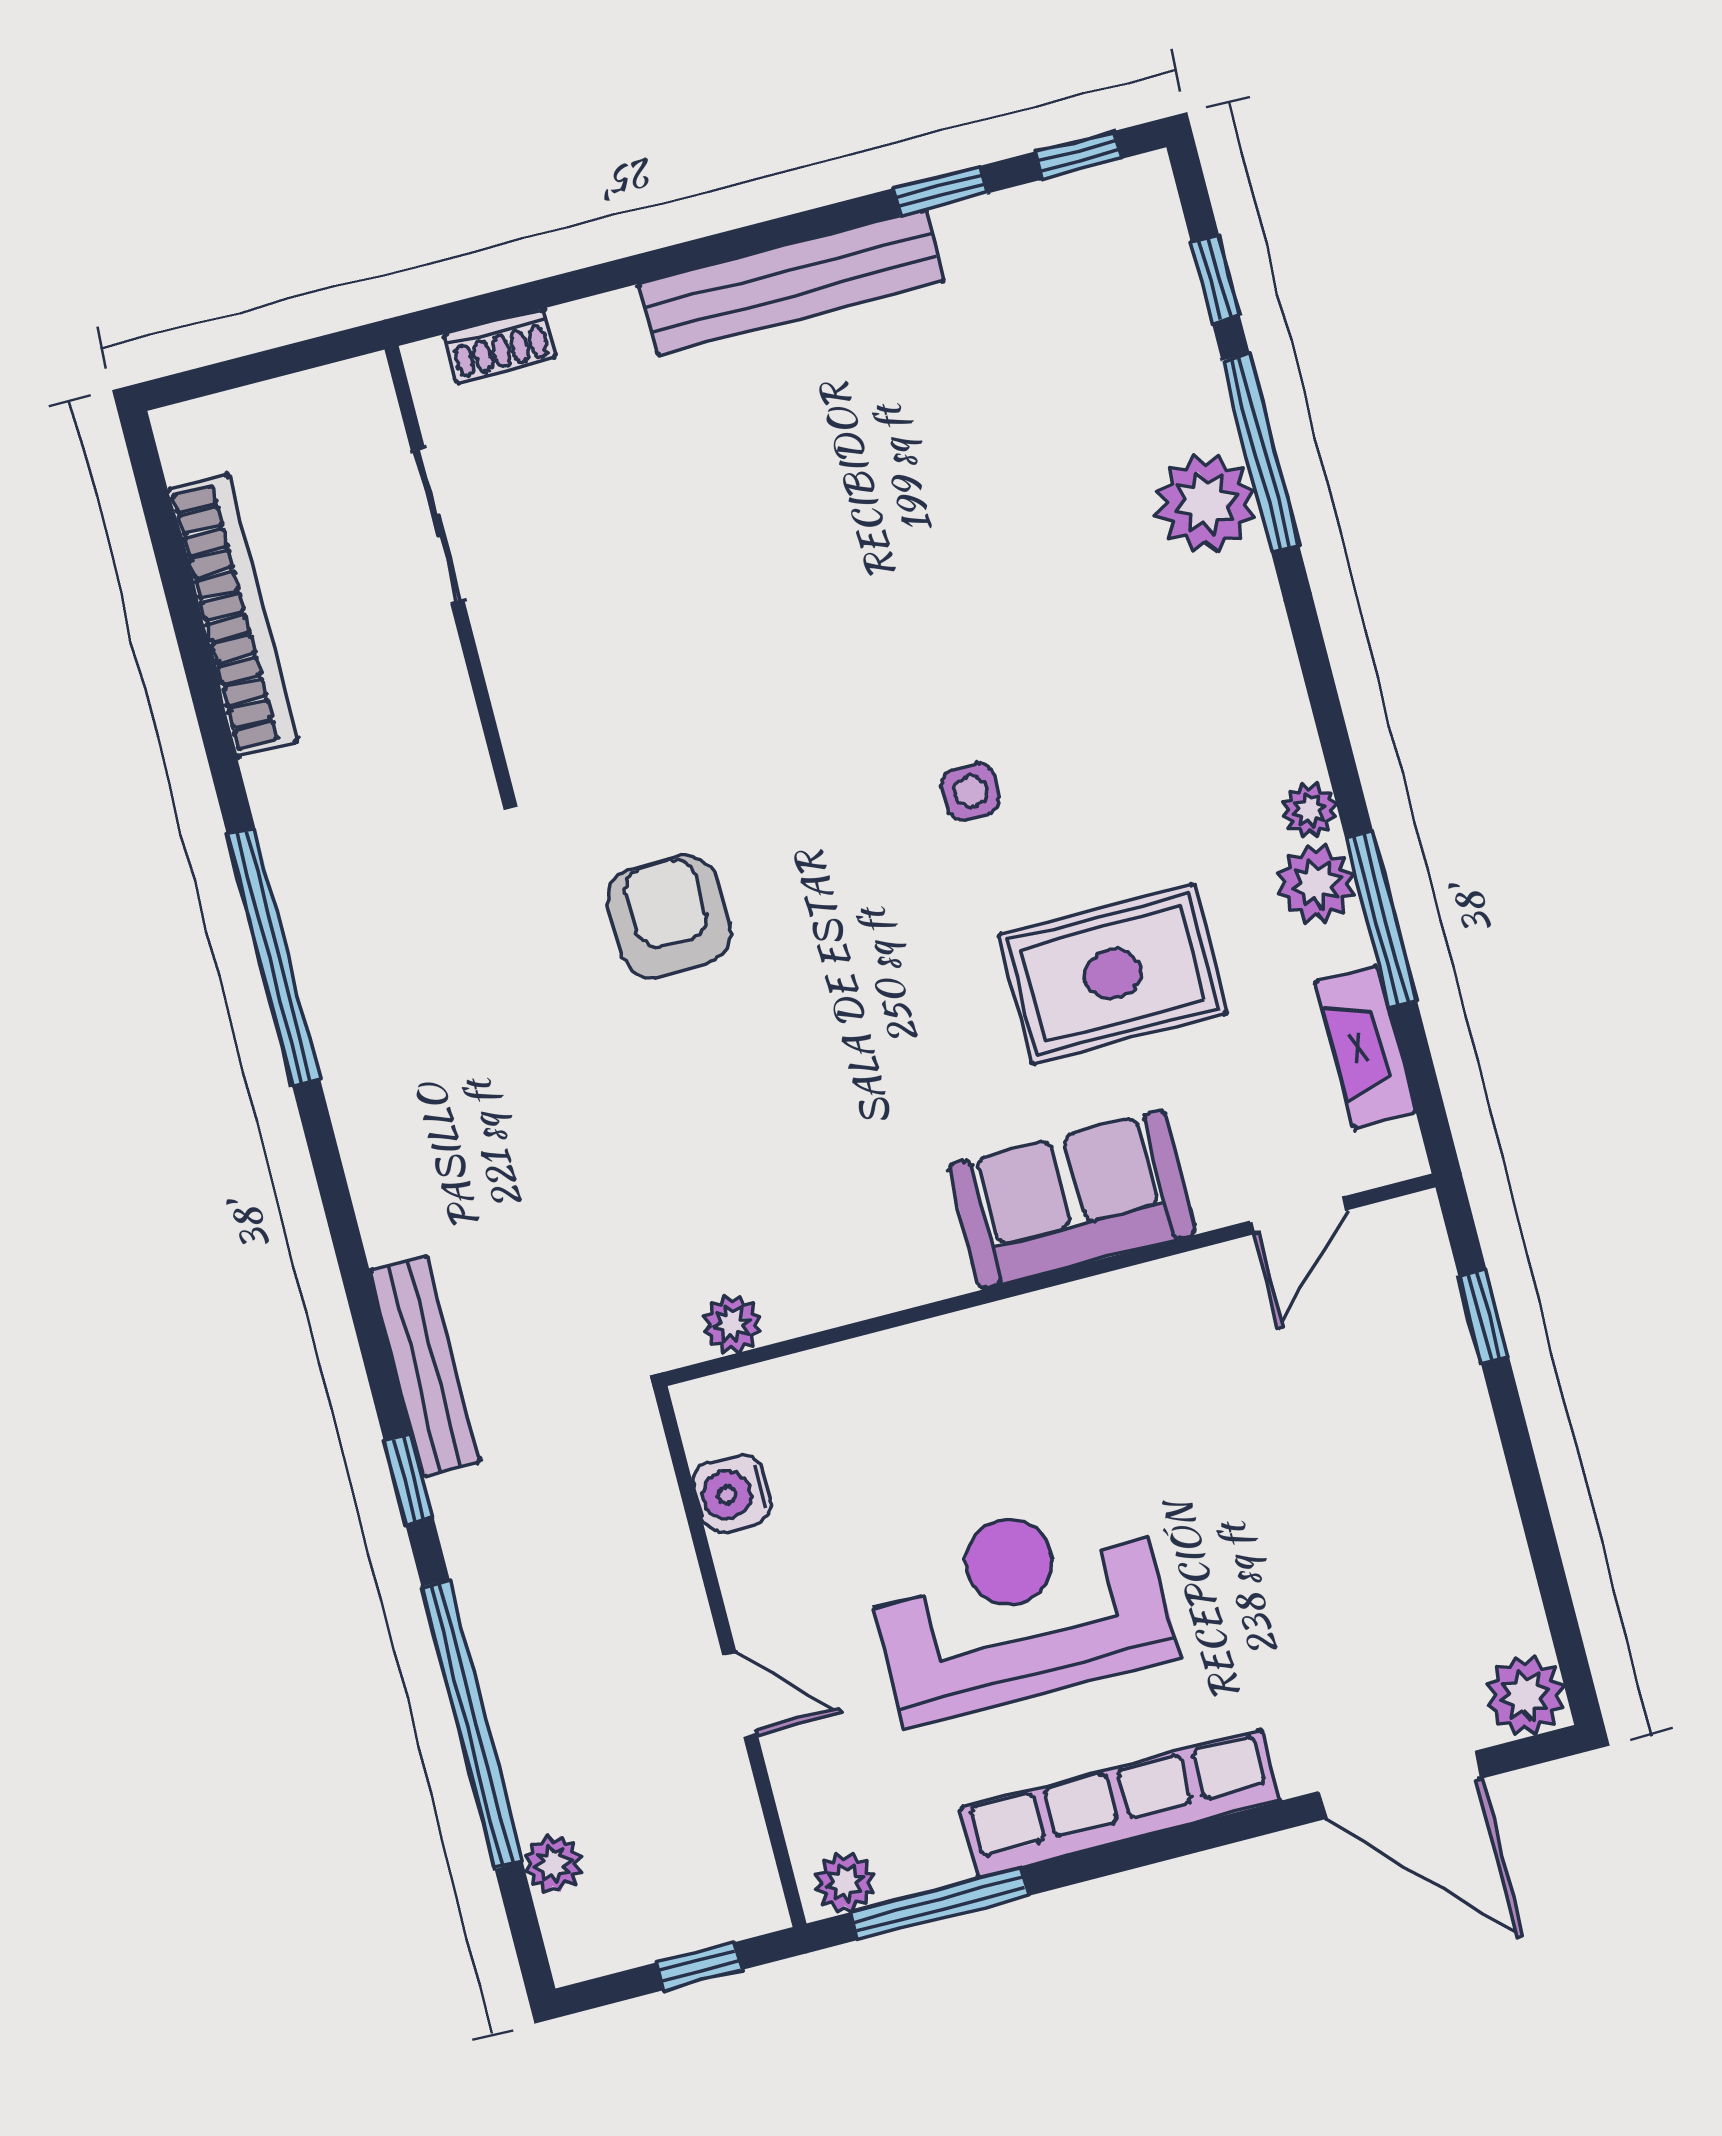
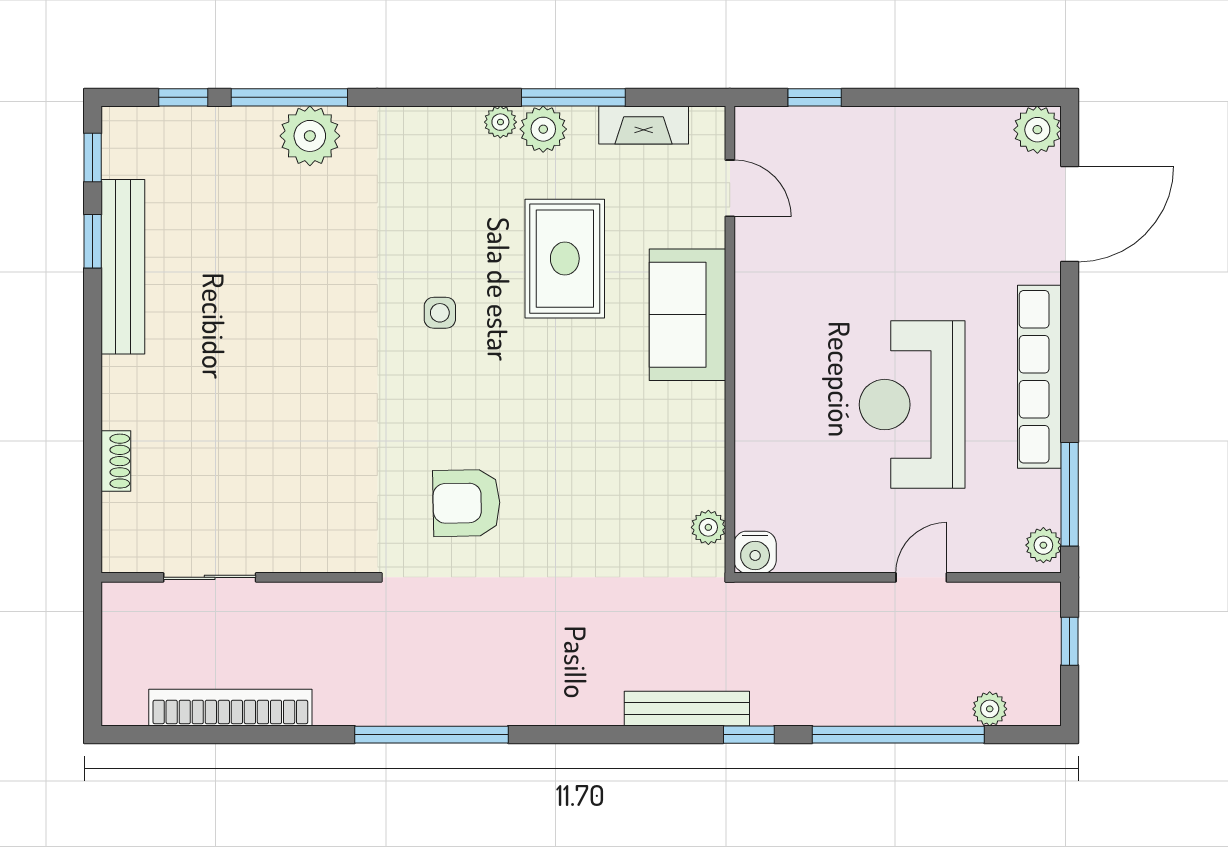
bench: (791, 282) -> (123, 267), moved
shoe rack: (500, 346) -> (116, 461), moved
water cooler: (732, 1493) -> (755, 552), moved

